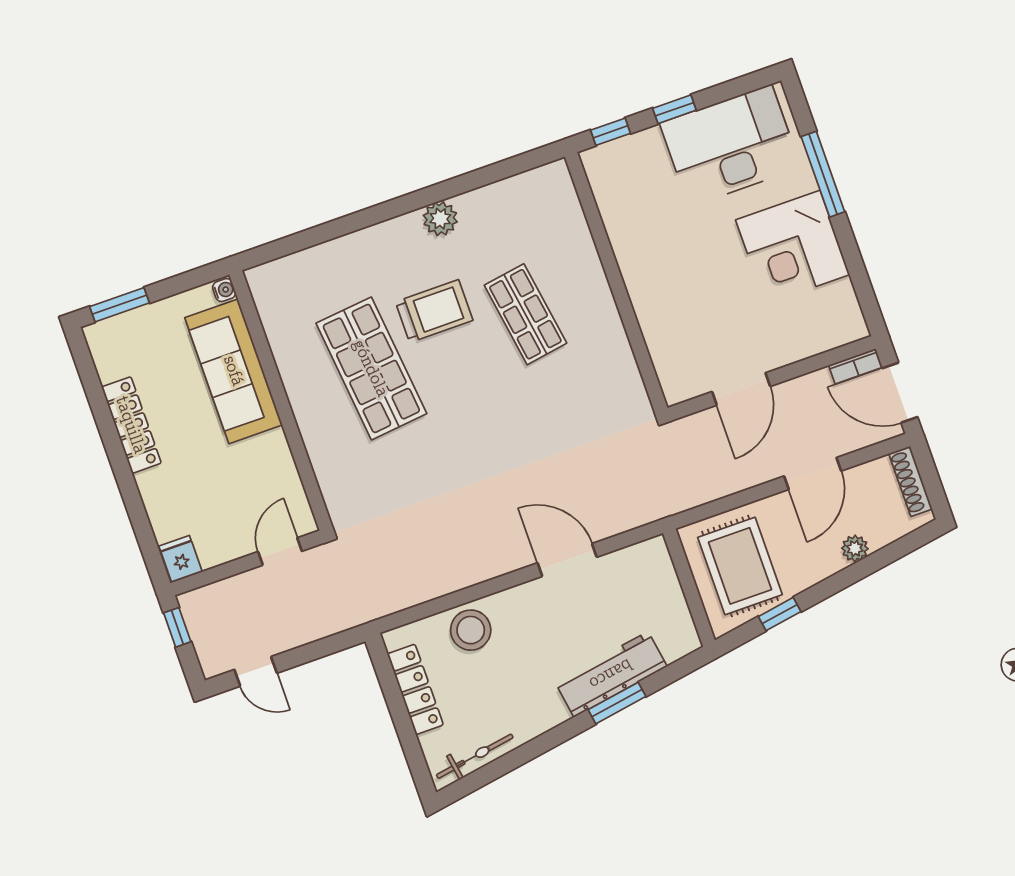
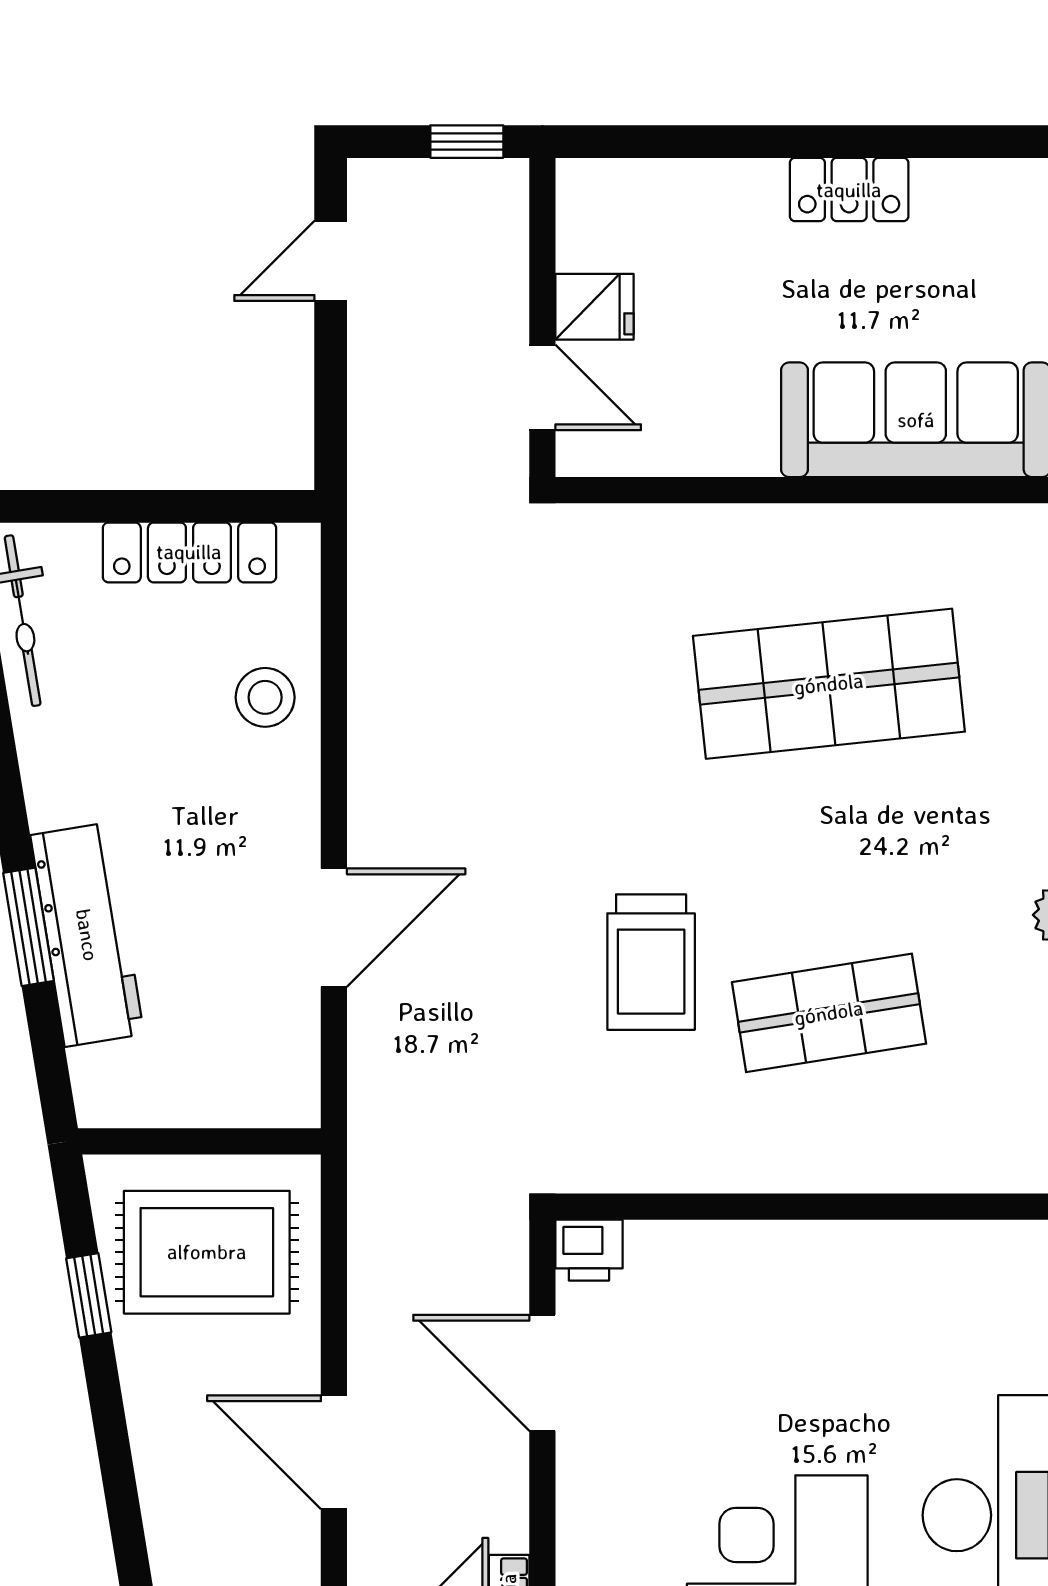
trolley: (434, 311) -> (651, 962), moved
printer: (676, 387) -> (589, 1250), added
locker: (131, 425) -> (849, 190), width x0.66
plant: (855, 548) -> (163, 1482), removed
fridge: (181, 559) -> (595, 307), moved
stool: (471, 630) -> (265, 697), width x0.73, depth x0.73

